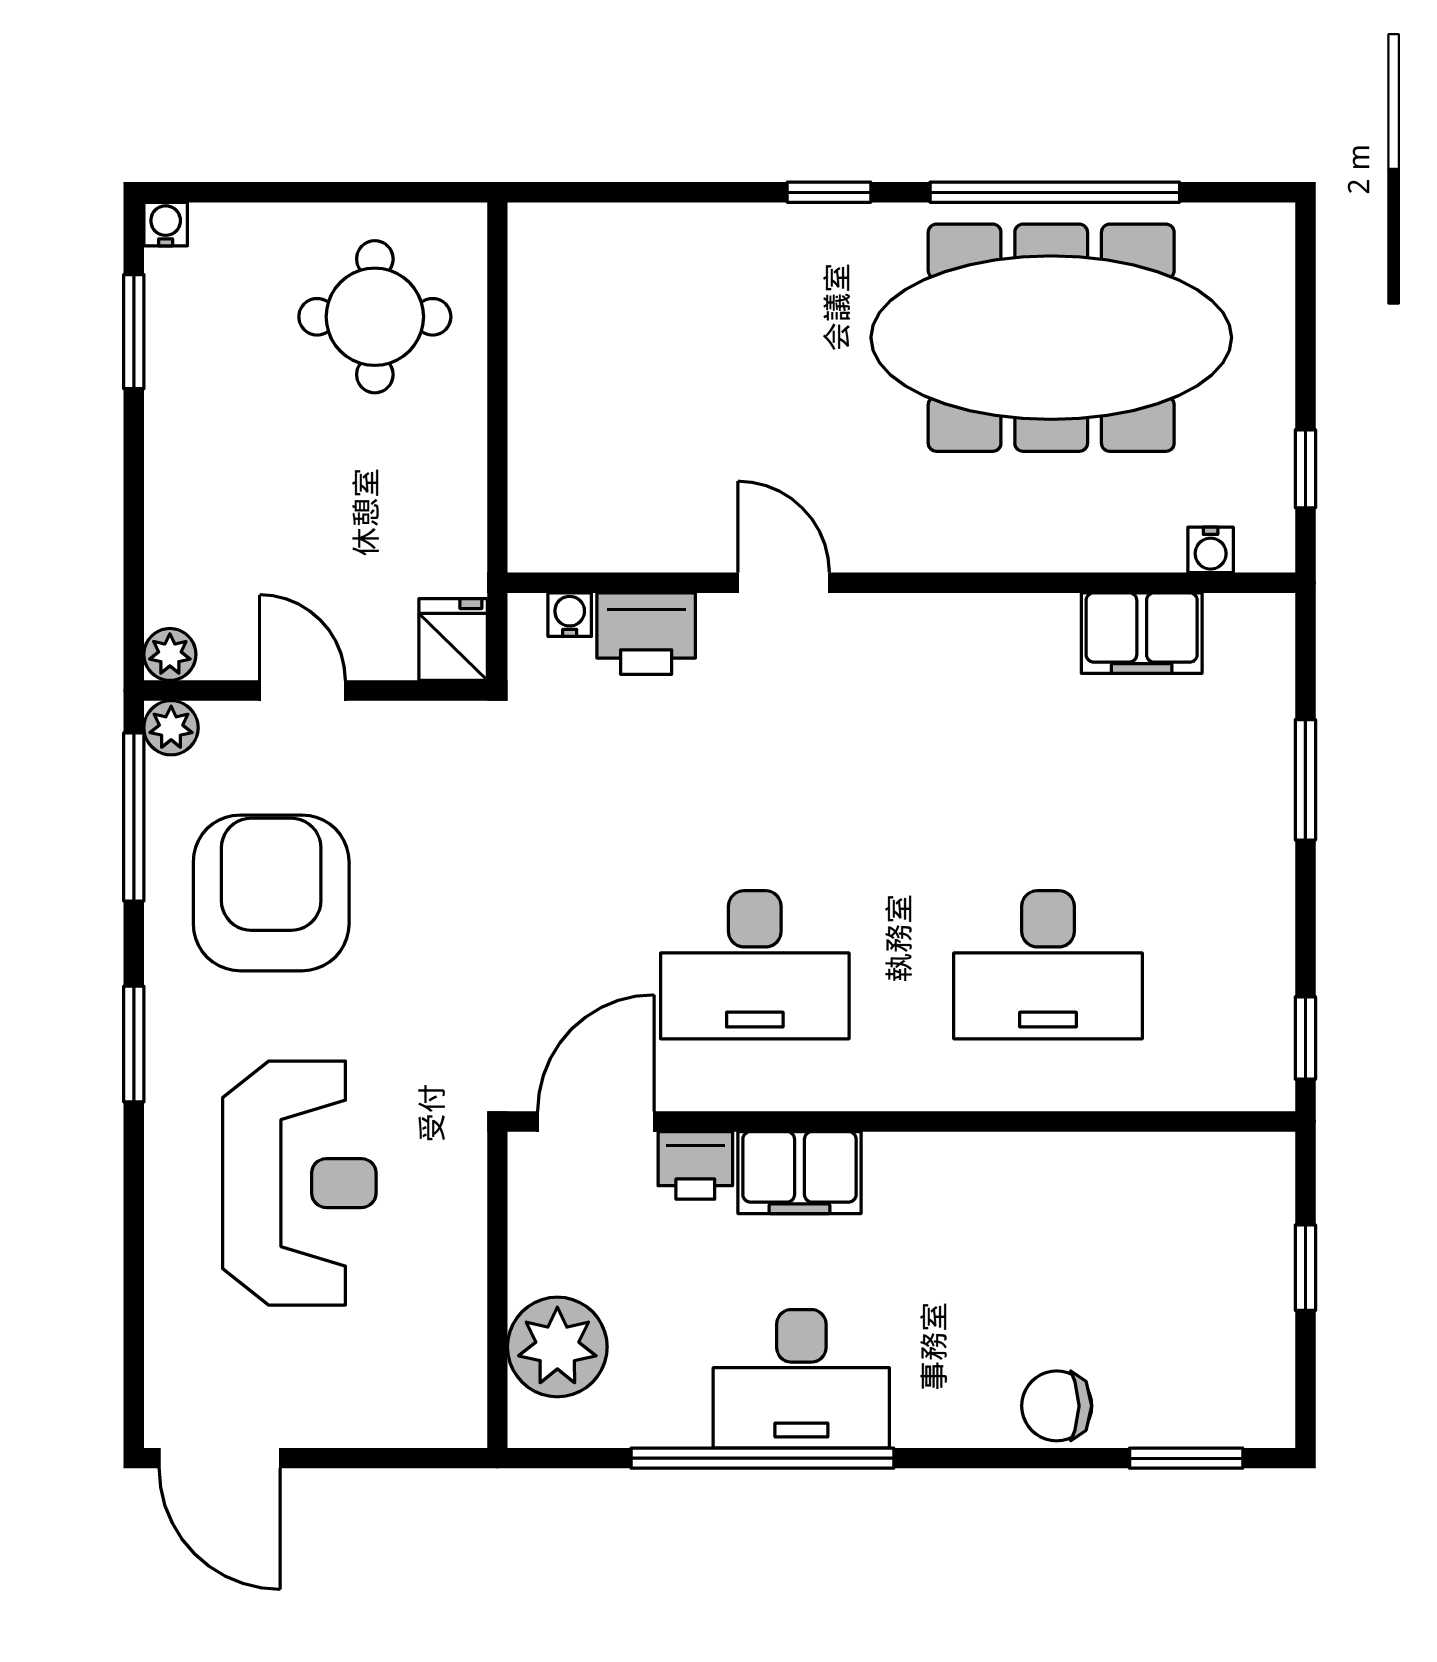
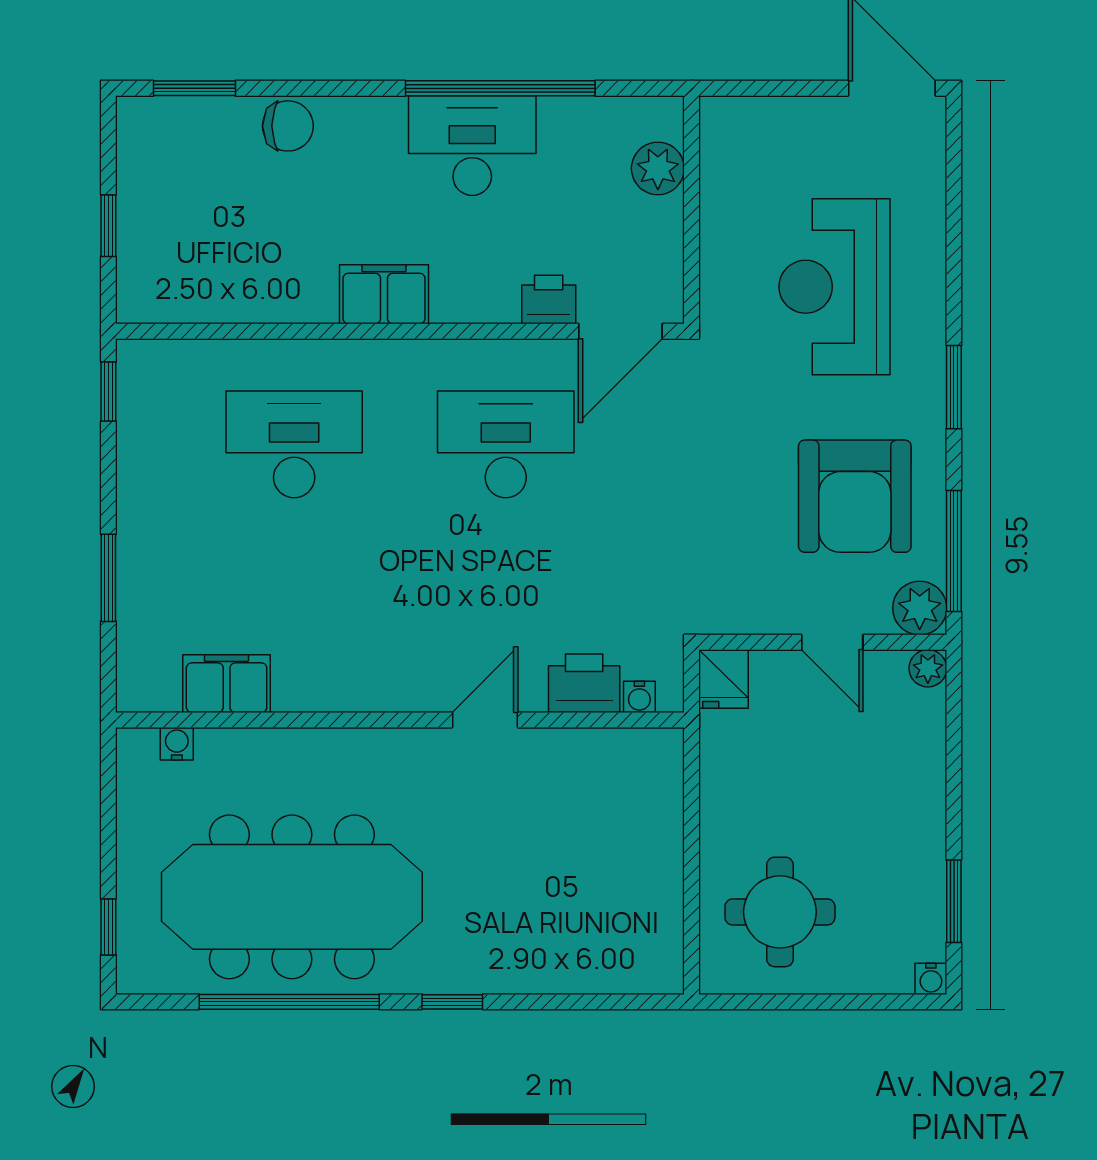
window: (1305, 469) -> (108, 927), moved
door: (784, 583) -> (485, 720), swing flipped
plant: (171, 728) -> (920, 608), width x1.38, depth x1.38
filing cabinet: (799, 1173) -> (384, 294), moved
plant: (557, 1347) -> (658, 168), width x0.73, depth x0.73

